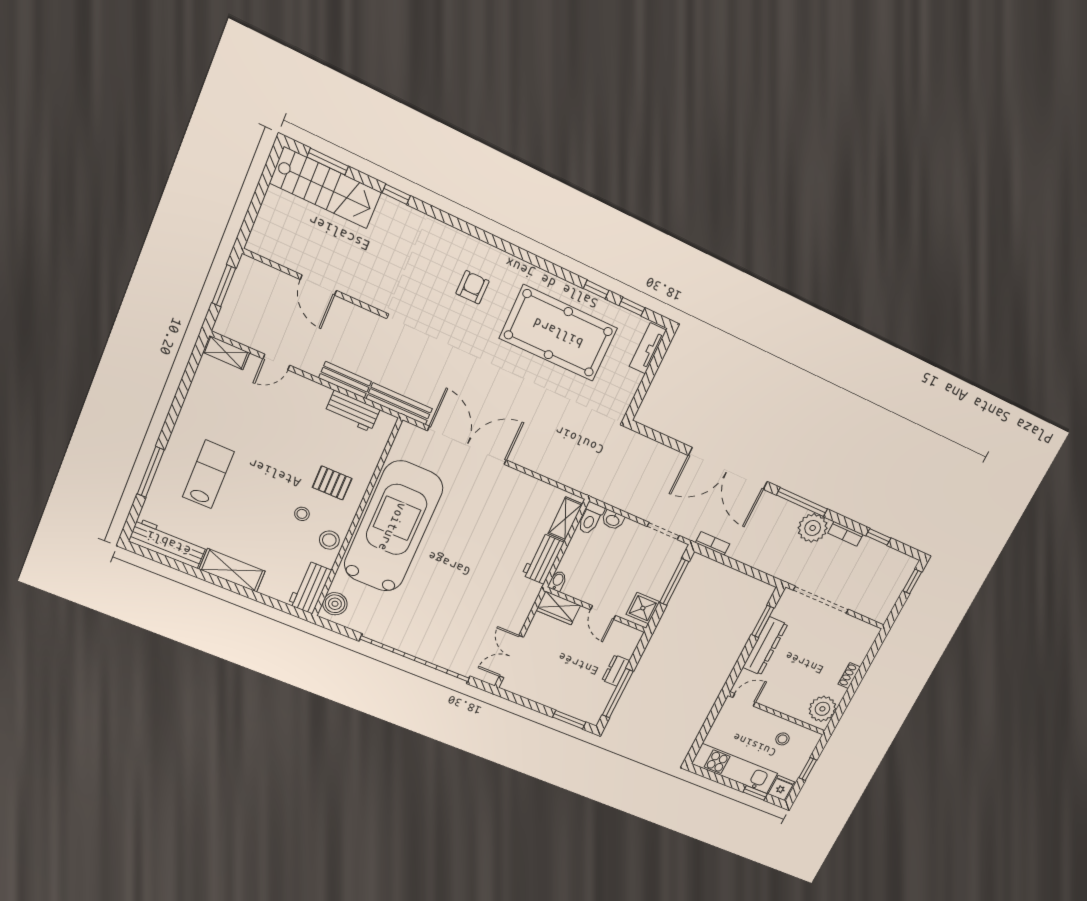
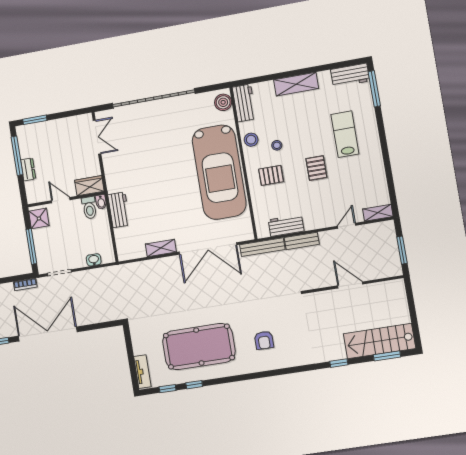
pallet: (270, 456) -> (316, 168), added
window: (151, 472) -> (374, 89), moved
lab bench: (208, 474) -> (345, 134), turned 180
toilet: (591, 518) -> (89, 208), moved, turned 180
shelving: (565, 519) -> (161, 248), moved, turned 90
workbench: (168, 543) -> (350, 75), width x0.73

